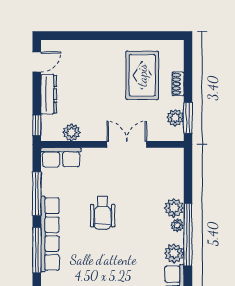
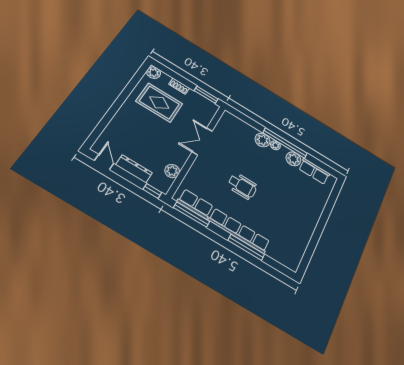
plant: (175, 118) -> (154, 73), moved
row of seats: (61, 157) -> (195, 204), moved, turned -90
window: (37, 194) -> (192, 215), moved

